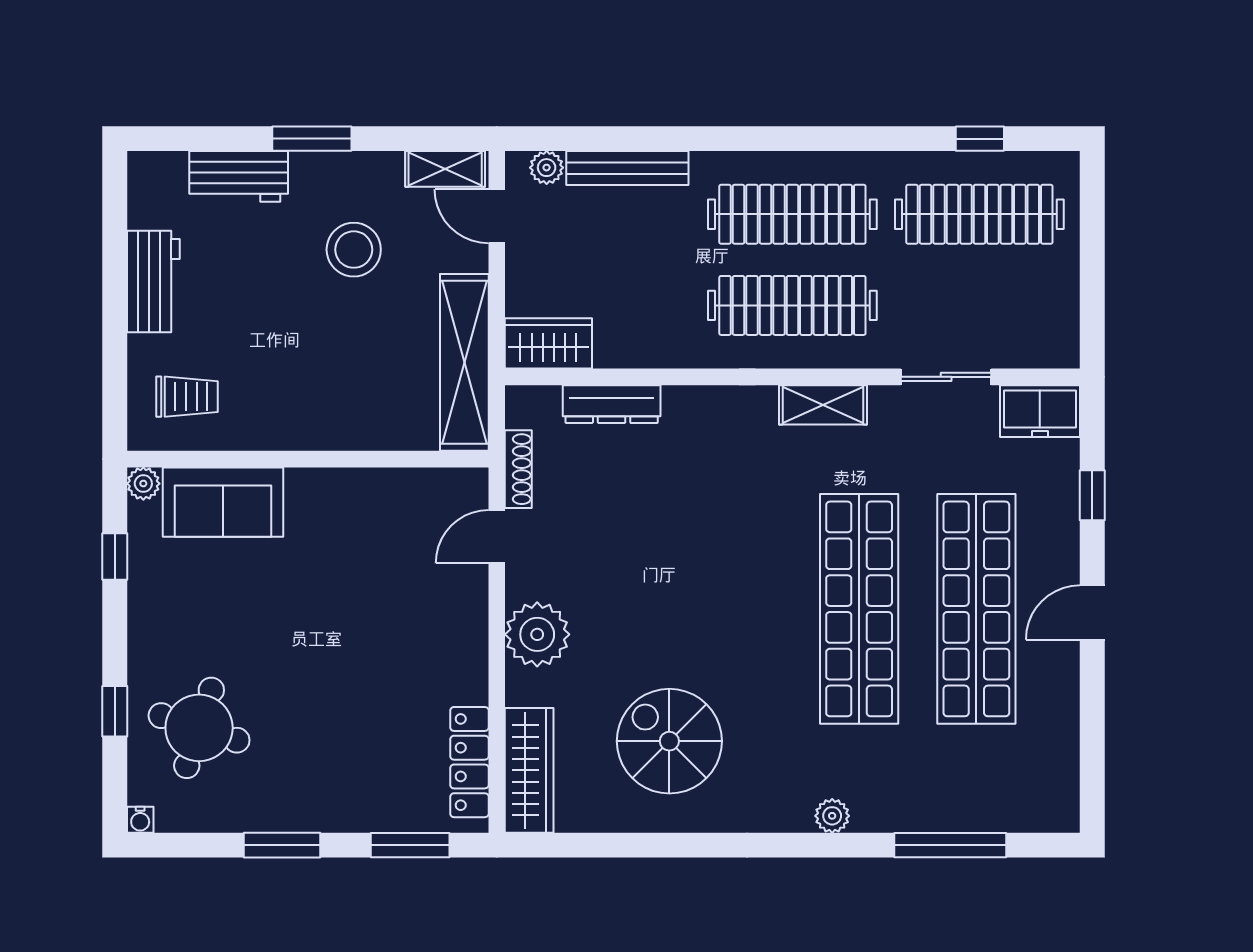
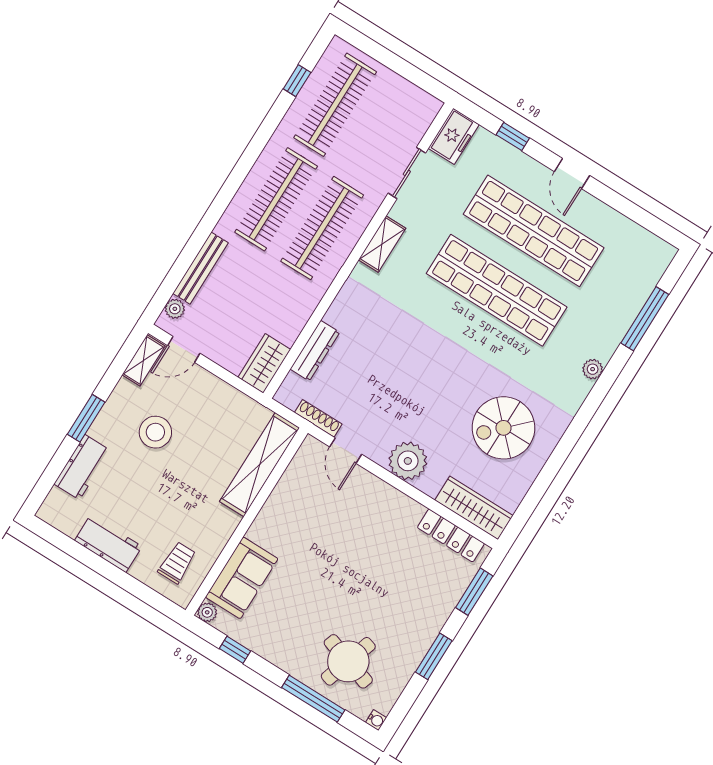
shelving: (464, 362) -> (260, 465), moved, turned 90
window: (115, 711) -> (313, 699), width x2.17

